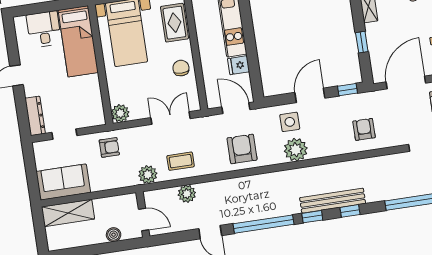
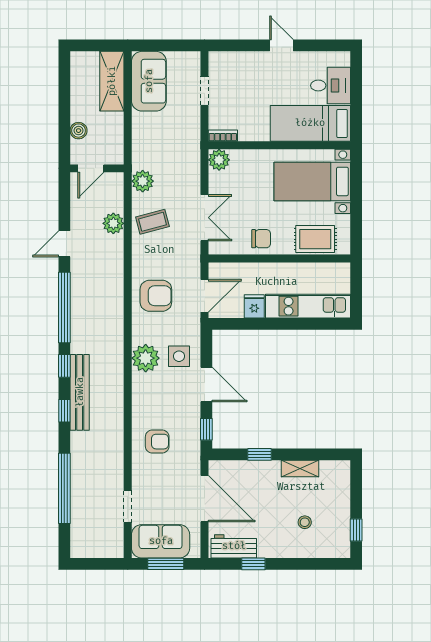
bookcase: (100, 113) -> (223, 136), added
dresser: (35, 116) -> (231, 60), removed
armchair: (109, 147) -> (181, 141), removed
coffee table: (181, 161) -> (152, 222), turned 75

